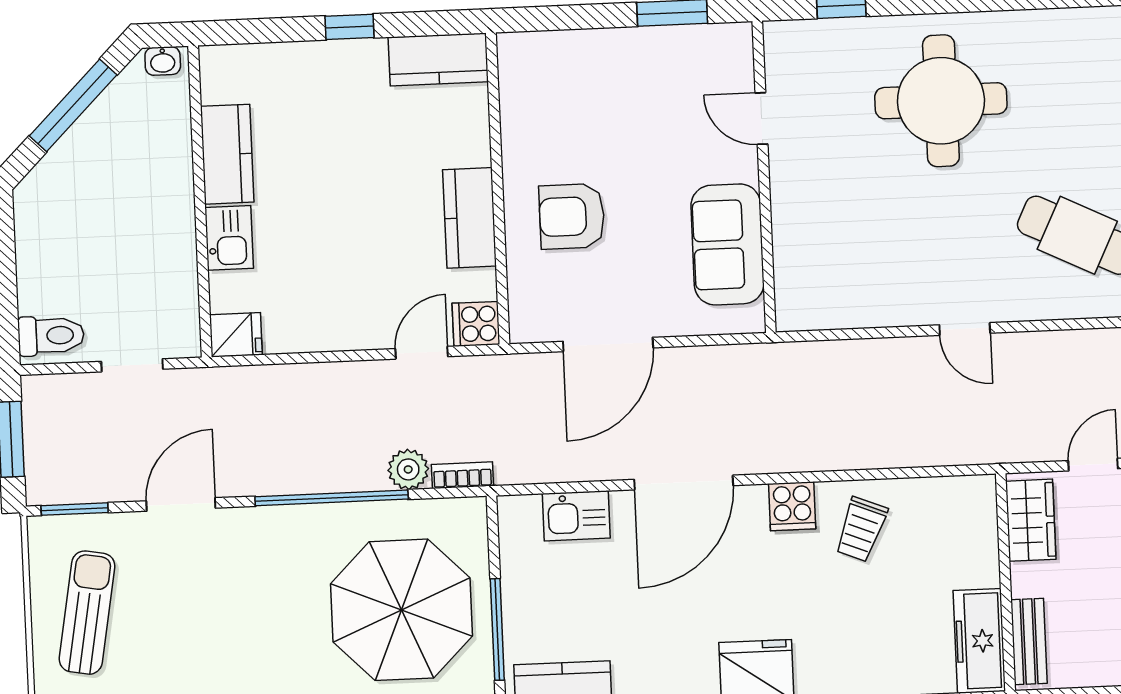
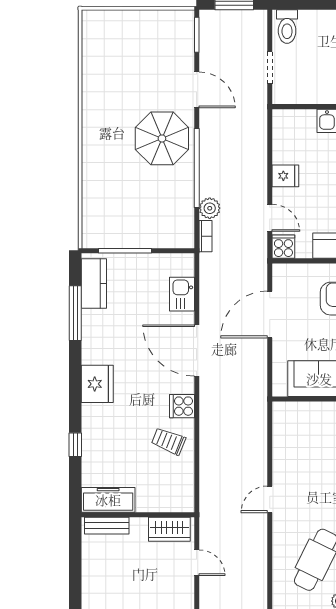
fridge: (236, 335) -> (285, 176), moved, turned -90
door: (608, 345) -> (270, 314), hinge flipped
parasol: (401, 610) -> (162, 138), moved, width x0.73, depth x0.73
sun lounger: (87, 613) -> (143, 39), removed

